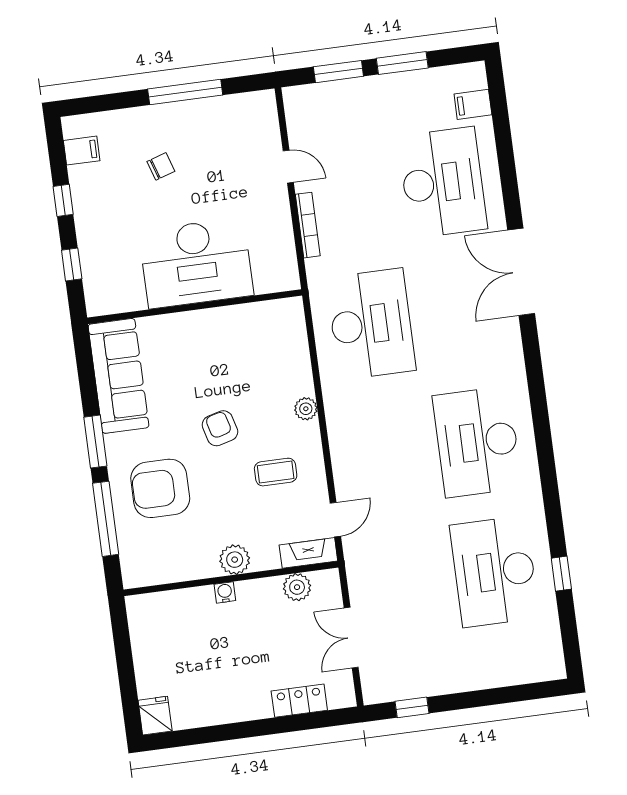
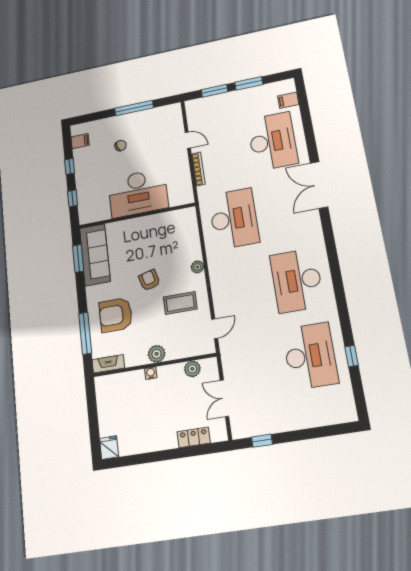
window: (95, 442) -> (78, 258), moved
coffee table: (276, 472) -> (180, 303), width x1.36, depth x1.30
fireplace: (308, 553) -> (108, 364), moved
desk: (494, 571) -> (310, 356), turned 180

